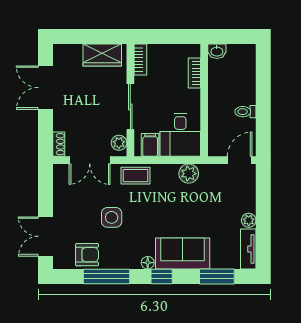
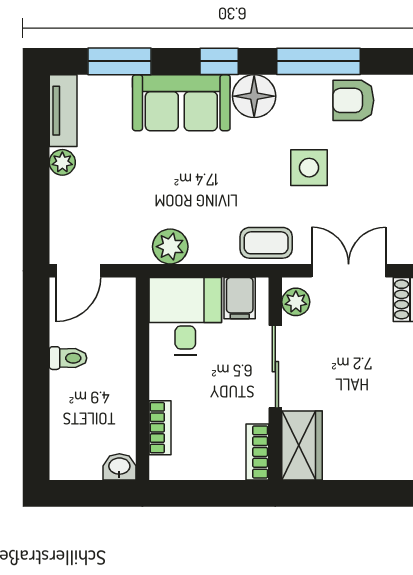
wardrobe: (102, 55) -> (302, 446), moved, turned 90
floor lamp: (148, 263) -> (254, 96), width x1.89, depth x1.89

